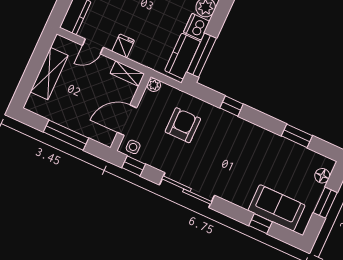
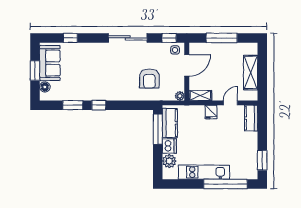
window: (232, 106) -> (99, 105), moved
sofa: (276, 208) -> (50, 63), moved, turned -90

